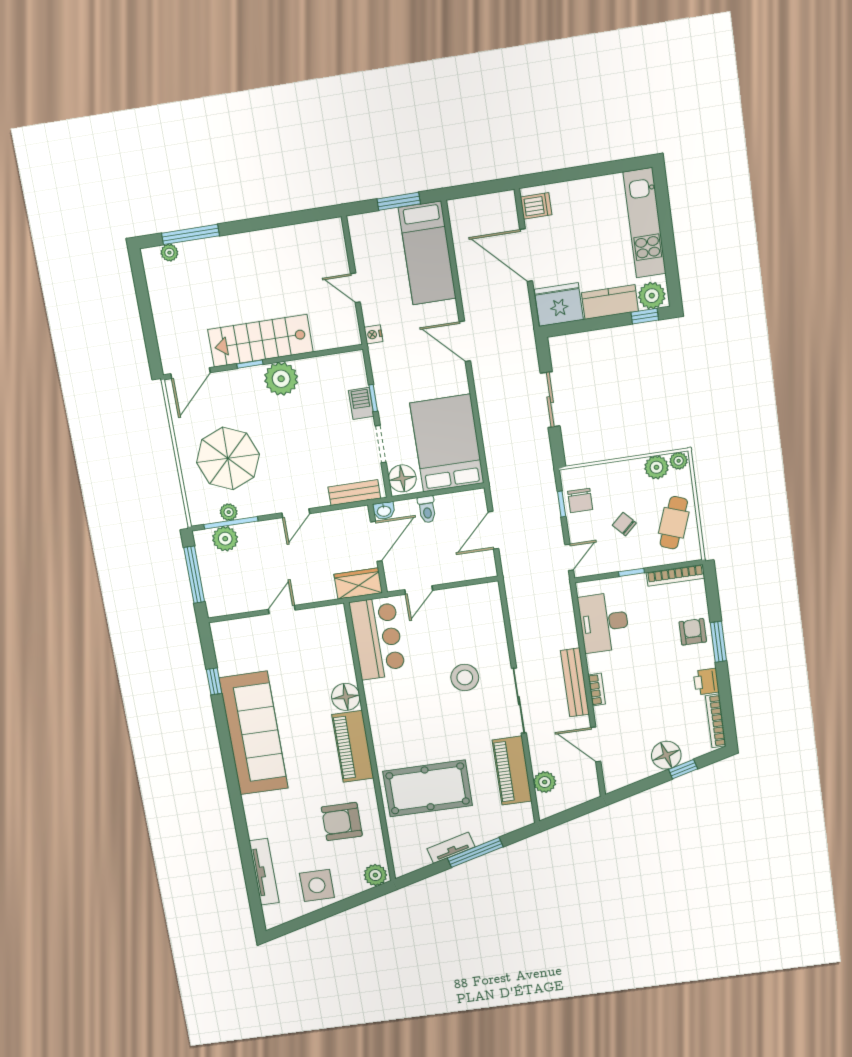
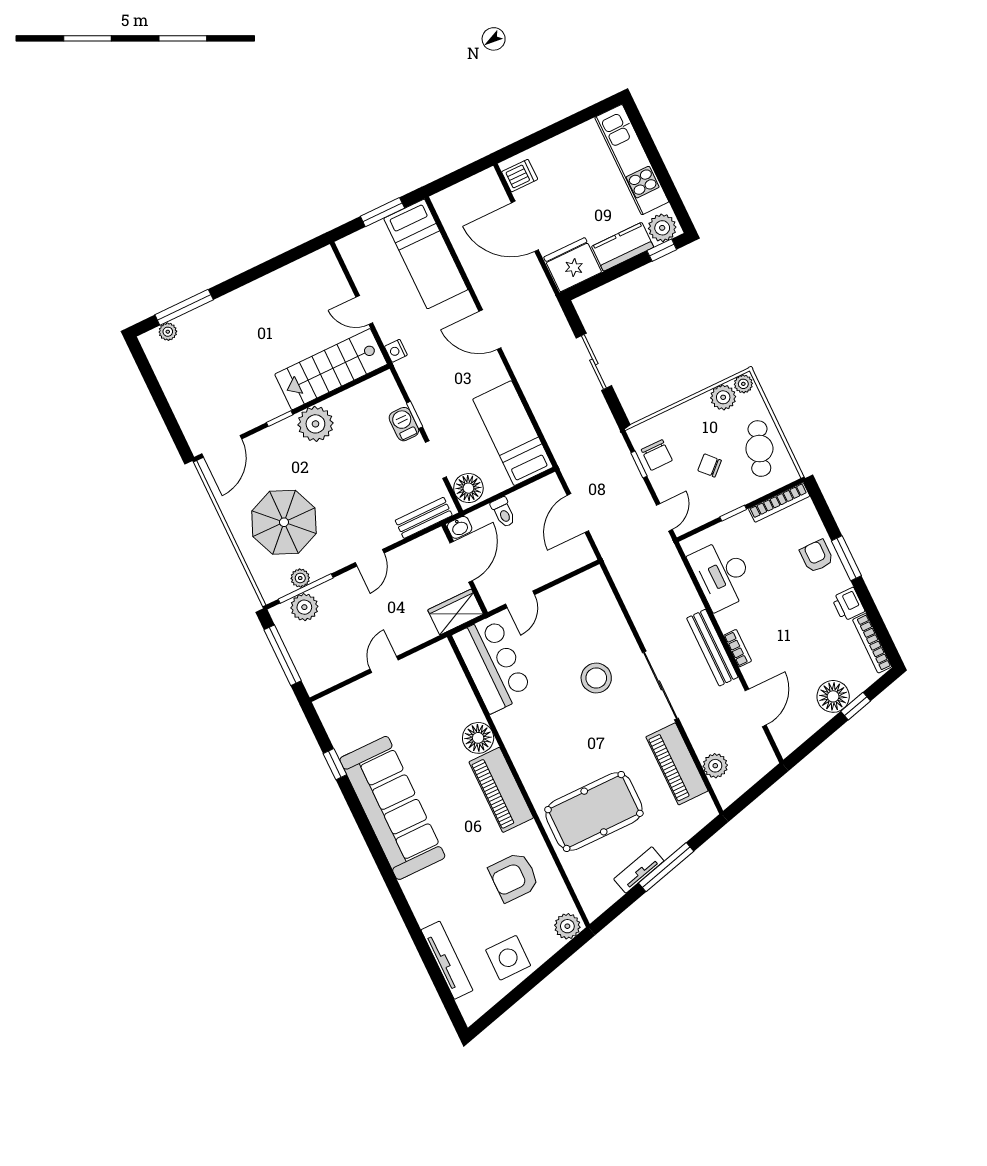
stairs: (260, 341) -> (331, 369), moved
bed: (447, 443) -> (513, 433), width x0.67
door: (596, 744) -> (756, 708), swing flipped

